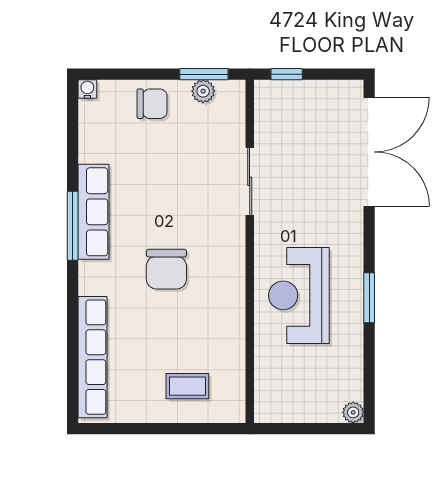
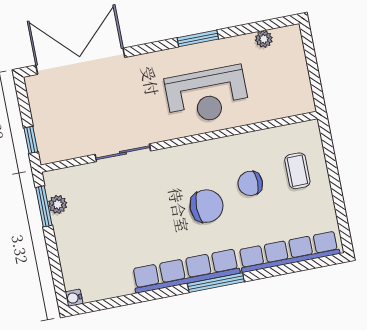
chair: (152, 104) -> (250, 183), moved, turned -90
row of seats: (93, 212) -> (186, 271), width x1.36
window: (73, 226) -> (216, 283), moved
plant: (353, 412) -> (264, 39), moved

